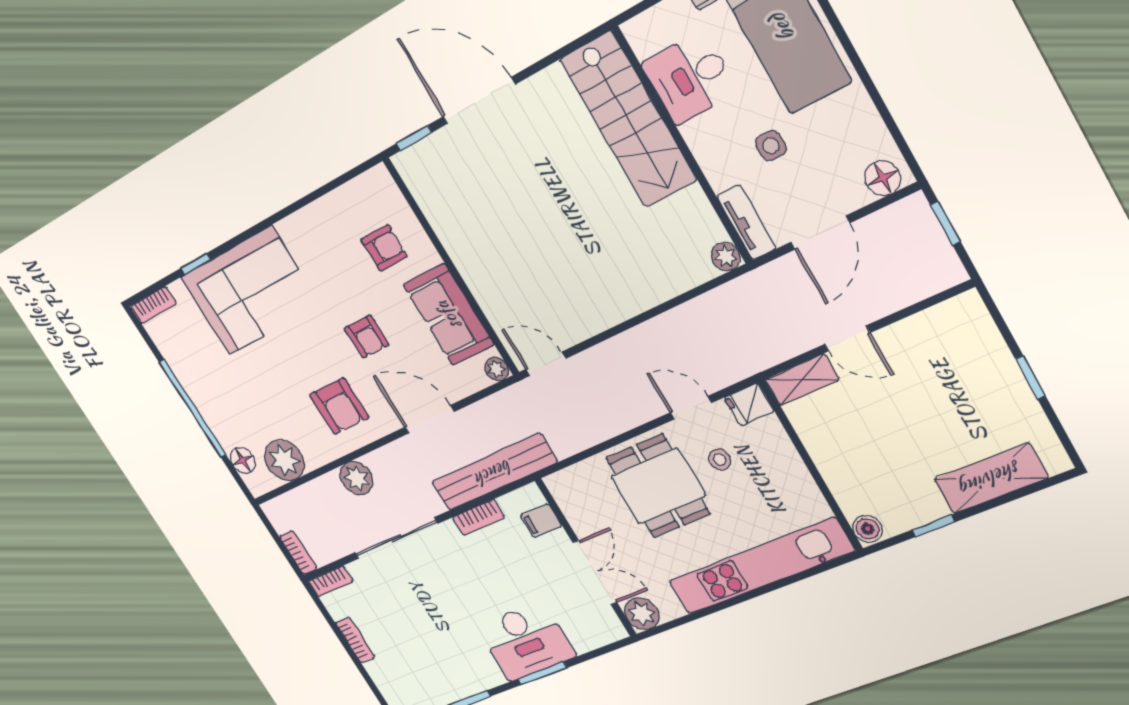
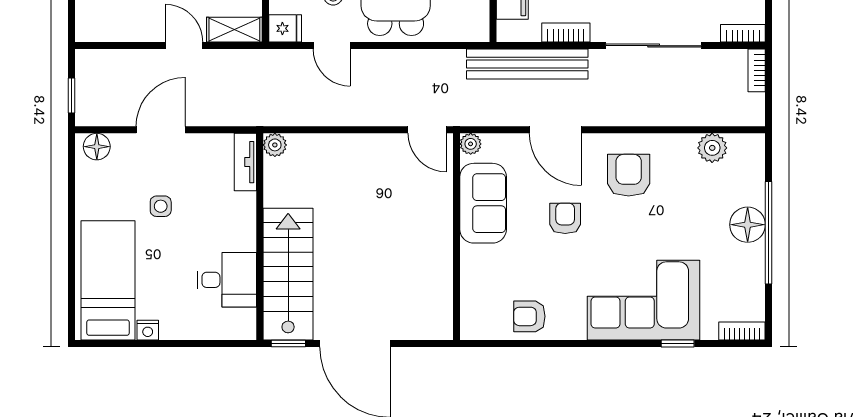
desk: (690, 78) -> (227, 280), moved
stairs: (628, 120) -> (288, 274), moved
window: (414, 138) -> (288, 344), moved
wall: (683, 146) -> (260, 237), moved
tv unit: (746, 222) -> (245, 162), moved
armchair: (384, 248) -> (529, 316), moved
plant: (726, 257) -> (275, 145), moved
floor lamp: (243, 460) -> (748, 225), moved, width x1.38, depth x1.38
plant: (284, 460) -> (712, 148), width x0.73, depth x0.73
plant: (356, 478) -> (655, 110), removed

